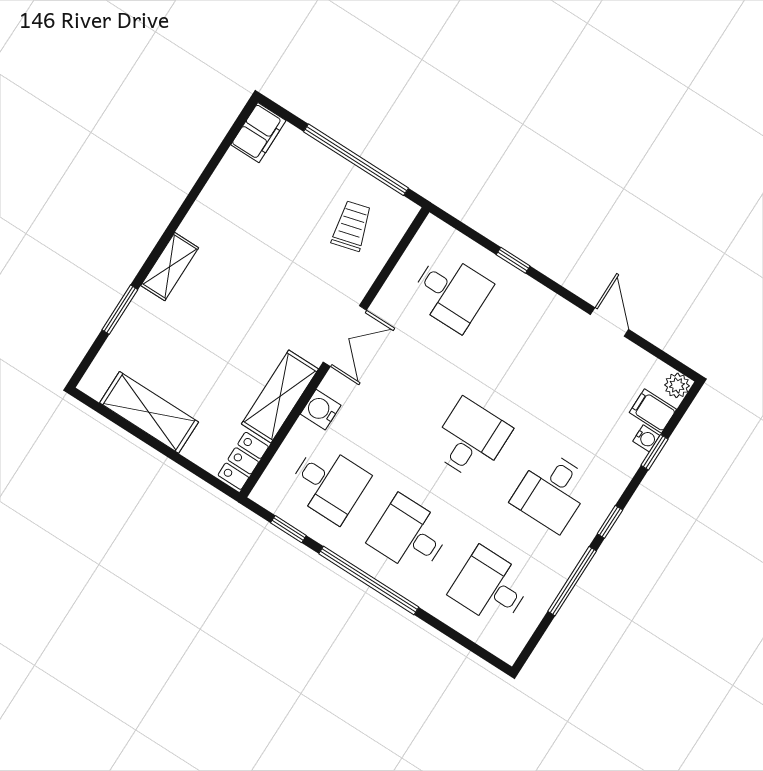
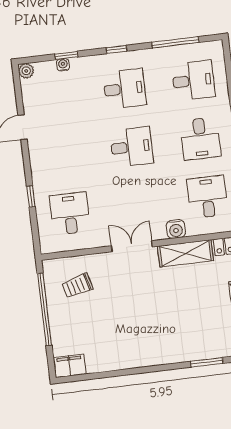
shelving: (170, 267) -> (167, 356), removed
filing cabinet: (653, 411) -> (48, 72), removed
desk: (471, 439) -> (132, 147), turned 180
window: (572, 581) -> (175, 42), moved
desk: (491, 587) -> (193, 80), turned -90

